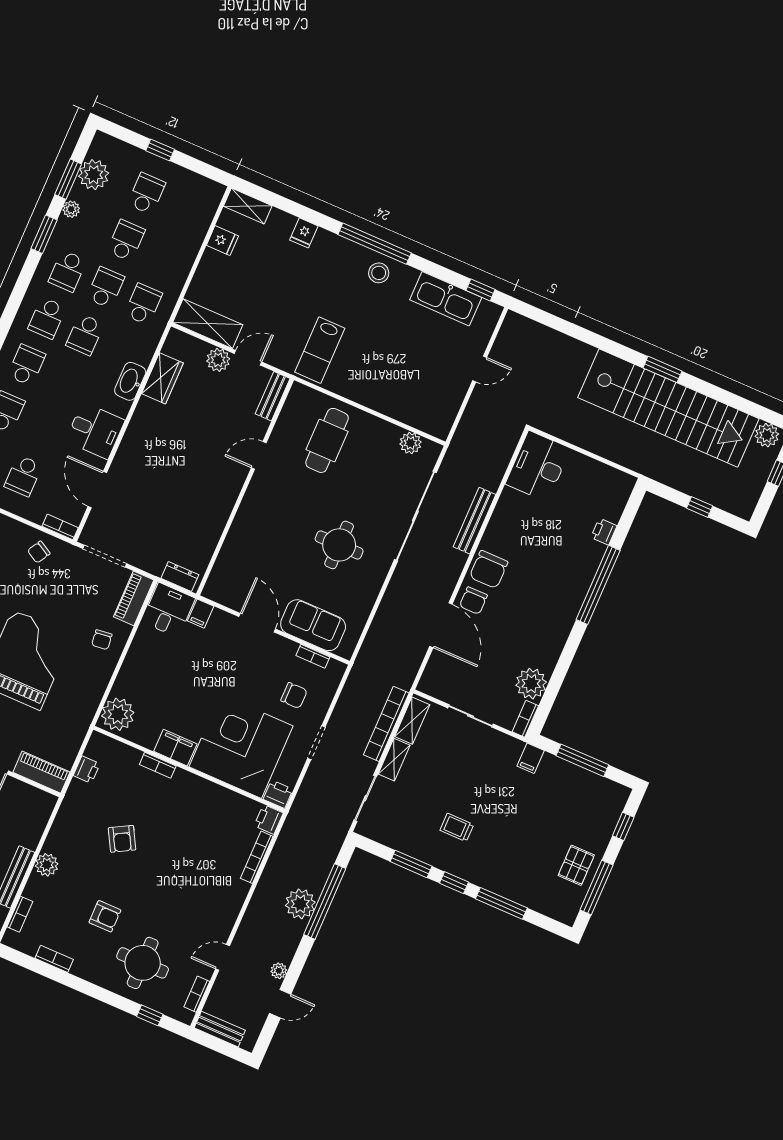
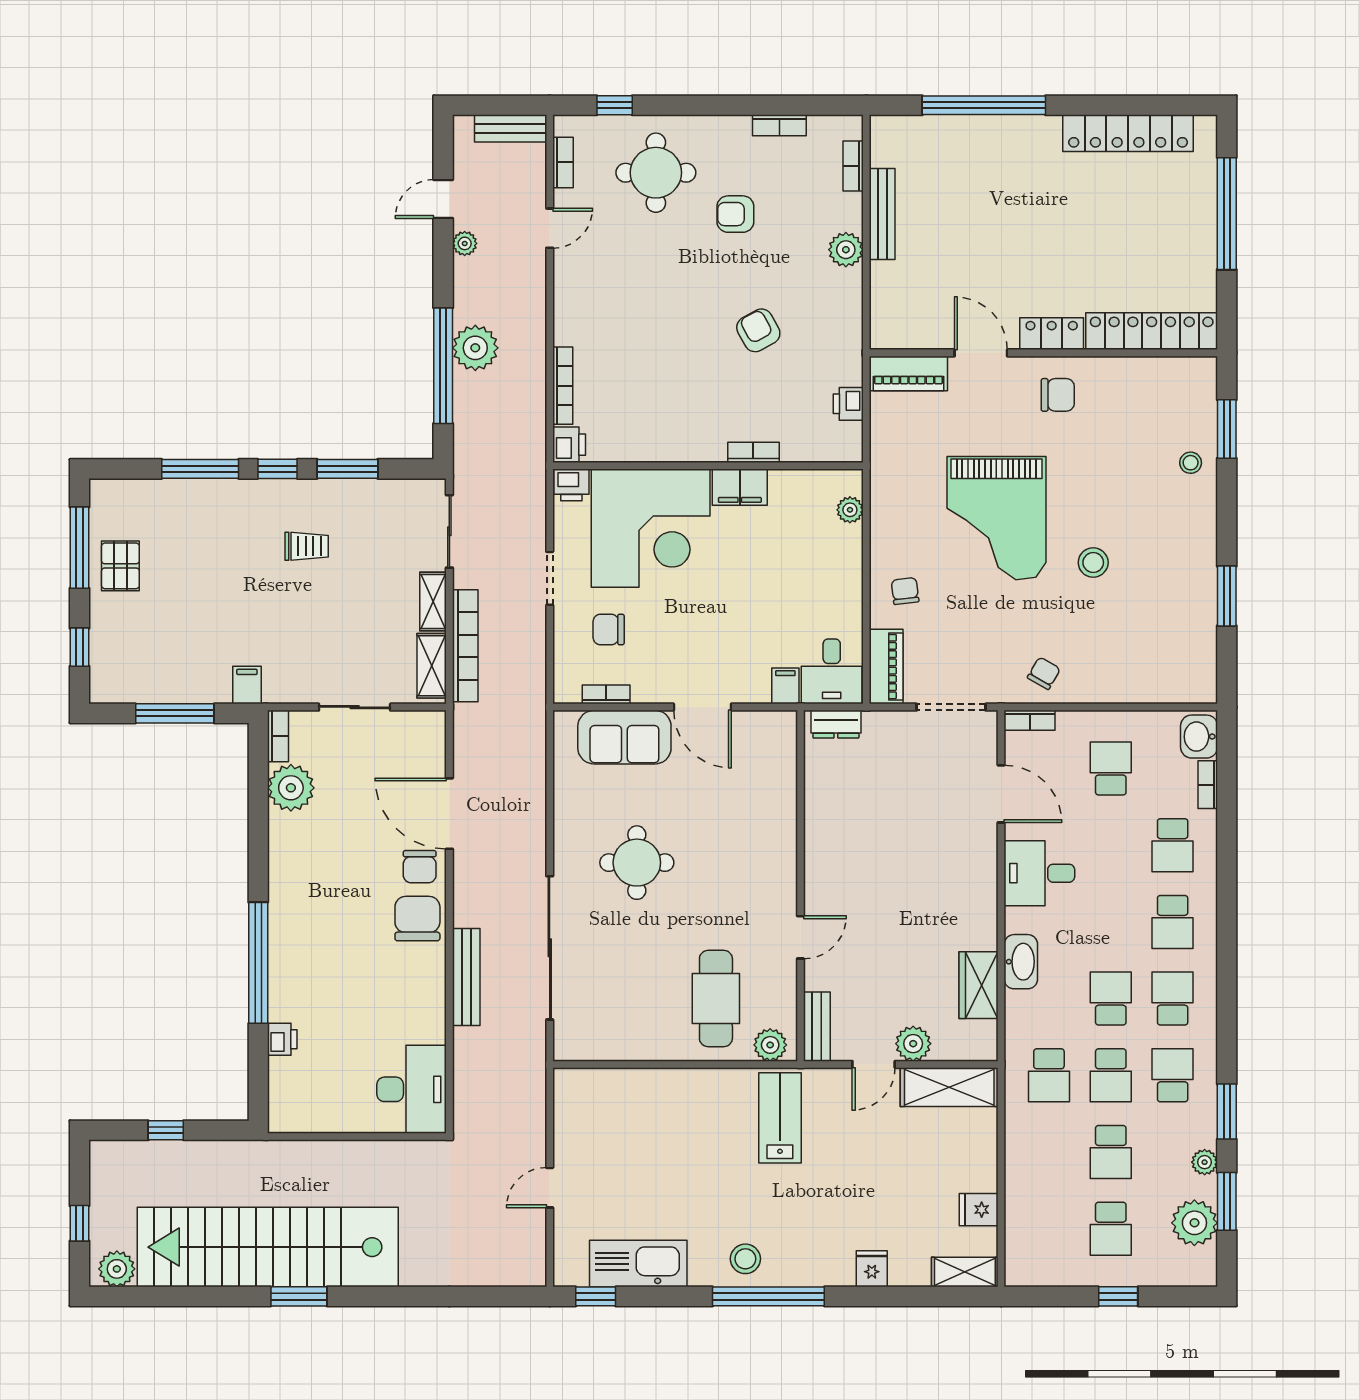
plant: (411, 443) -> (770, 1045), moved
chair: (473, 601) -> (420, 867), turned 180
plant: (118, 714) -> (850, 510), width x0.53, depth x0.53

